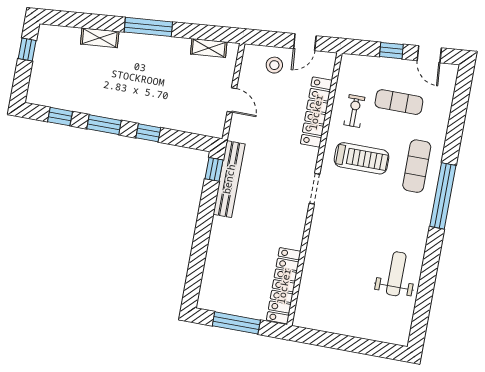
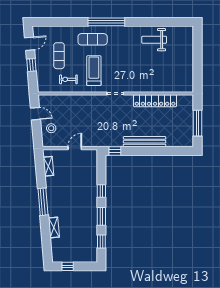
locker: (316, 112) -> (73, 100), removed
bench: (229, 179) -> (145, 142), moved
locker: (284, 286) -> (155, 101), moved

